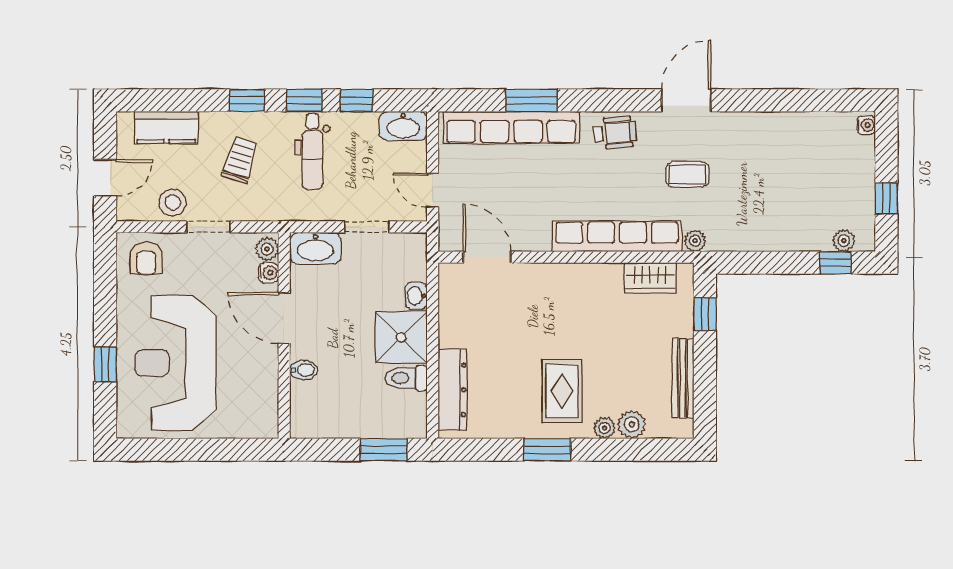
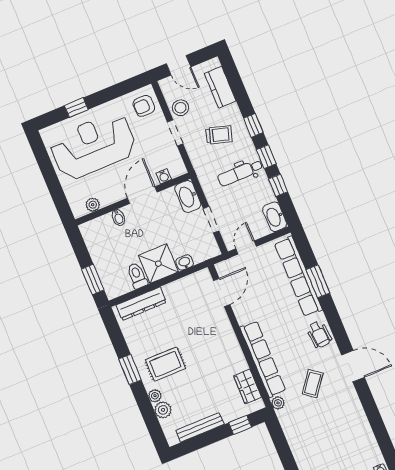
coffee table: (687, 174) -> (313, 384), turned 37
plant: (267, 249) -> (93, 205), moved

